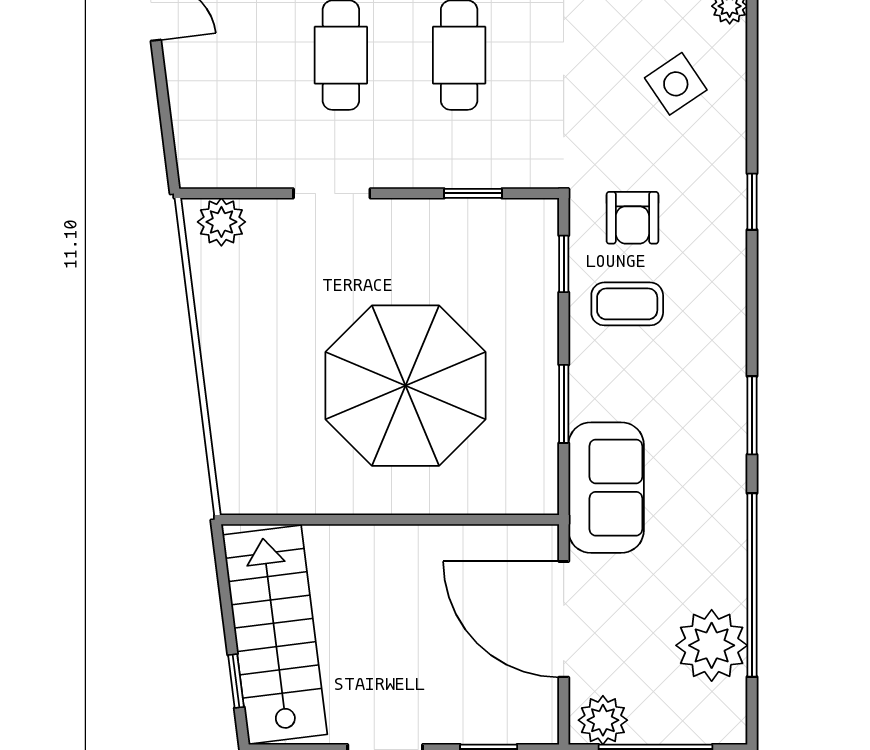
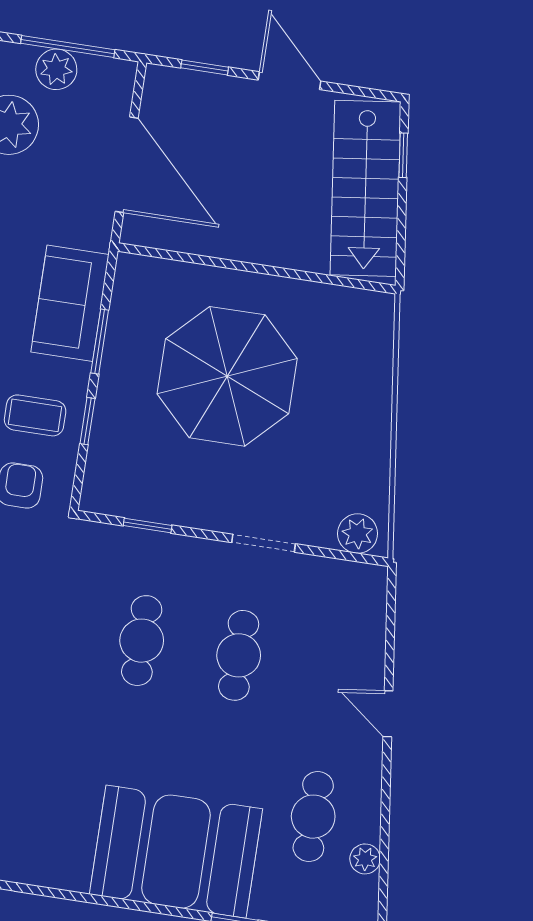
window: (564, 264) -> (87, 421), moved
sofa: (606, 488) -> (70, 303), moved
plant: (603, 720) -> (56, 69), moved

